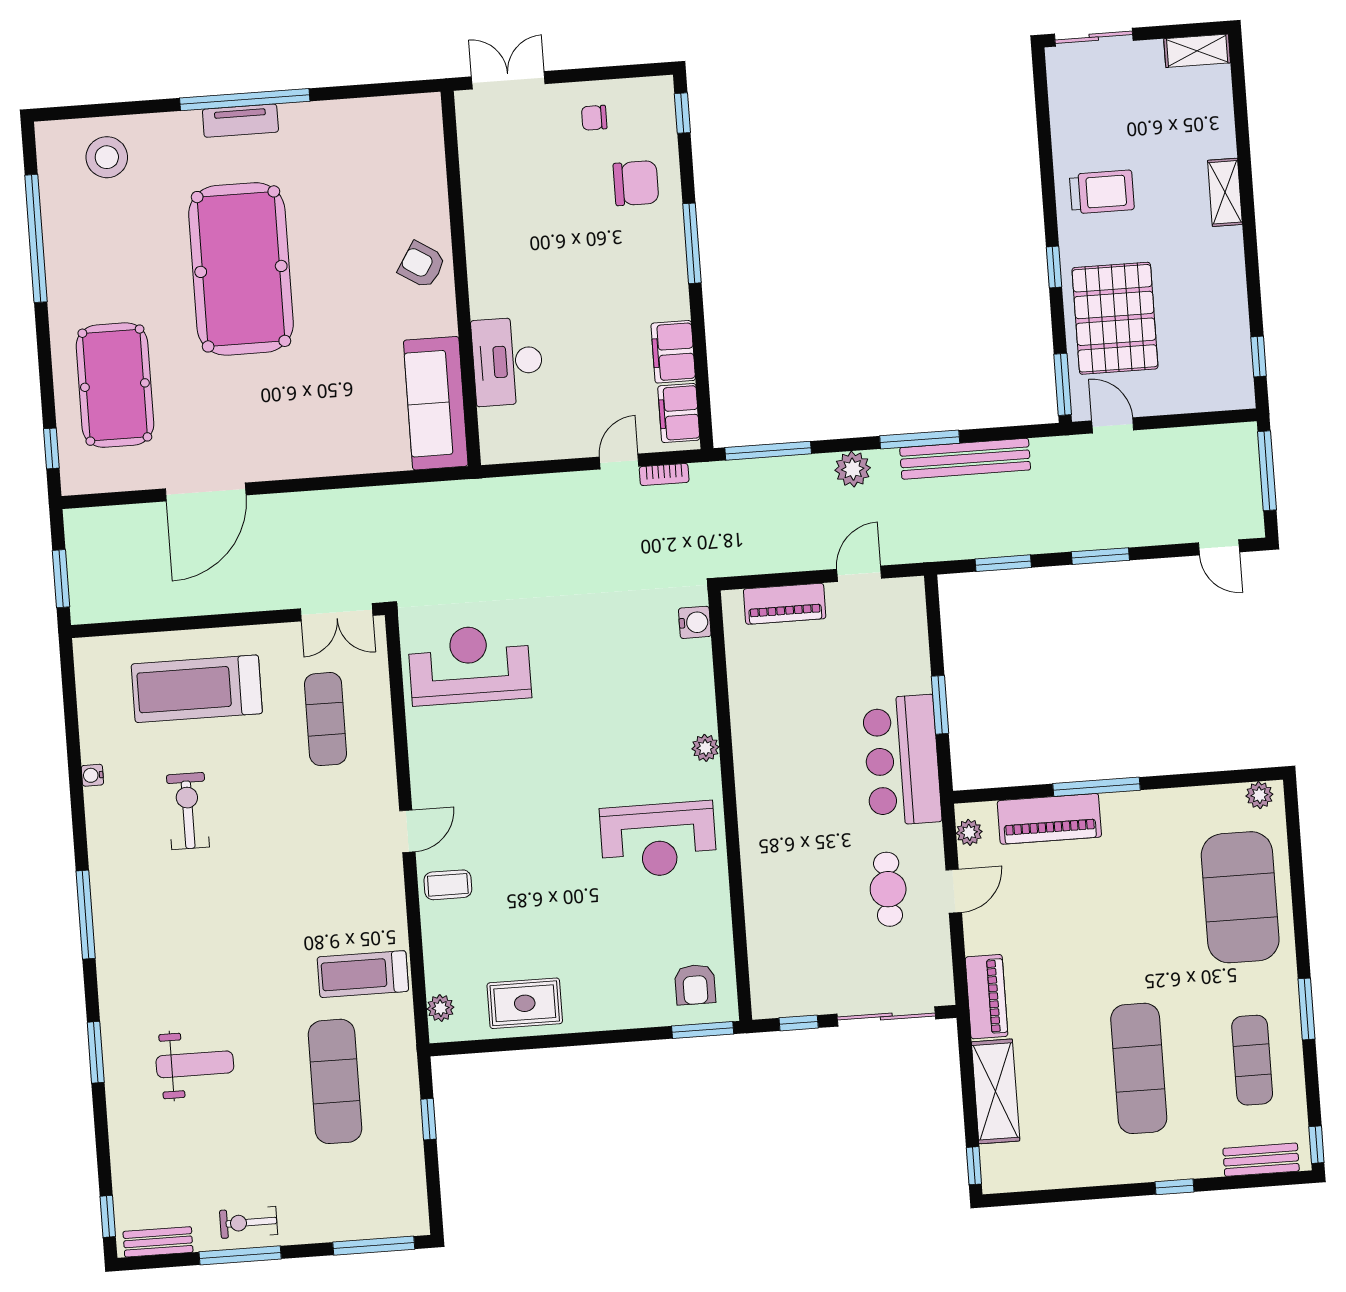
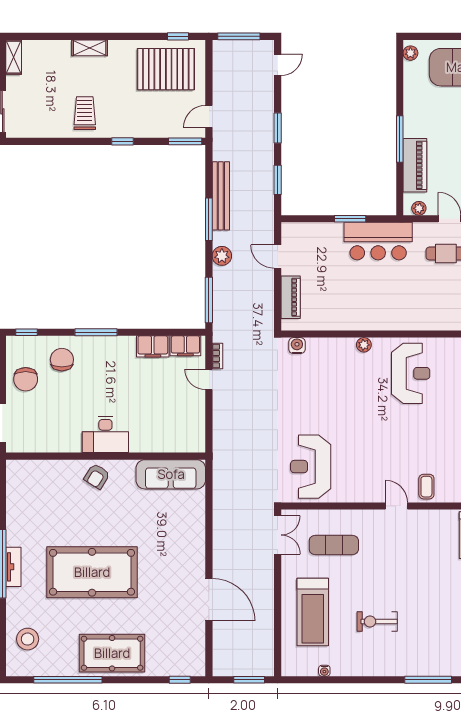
chair: (594, 118) -> (26, 379), width x1.87, depth x1.87
pallet: (1115, 318) -> (166, 69), moved
desk: (508, 361) -> (105, 435), moved
pool table: (115, 385) -> (112, 653), moved
water cooler: (92, 775) -> (324, 671), moved

